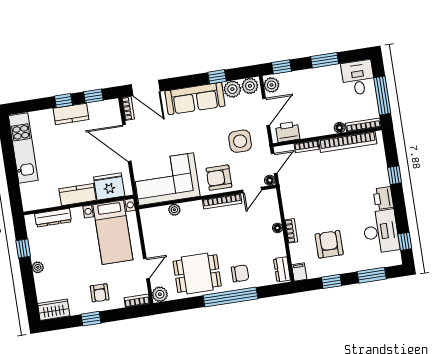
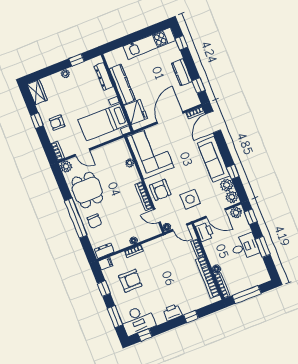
desk: (358, 78) -> (245, 247), moved
window: (63, 101) -> (182, 43), moved
armchair: (219, 178) -> (160, 190), turned 180
kitchen counter: (77, 195) -> (122, 84), width x1.50
desk: (381, 232) -> (138, 320), moved

